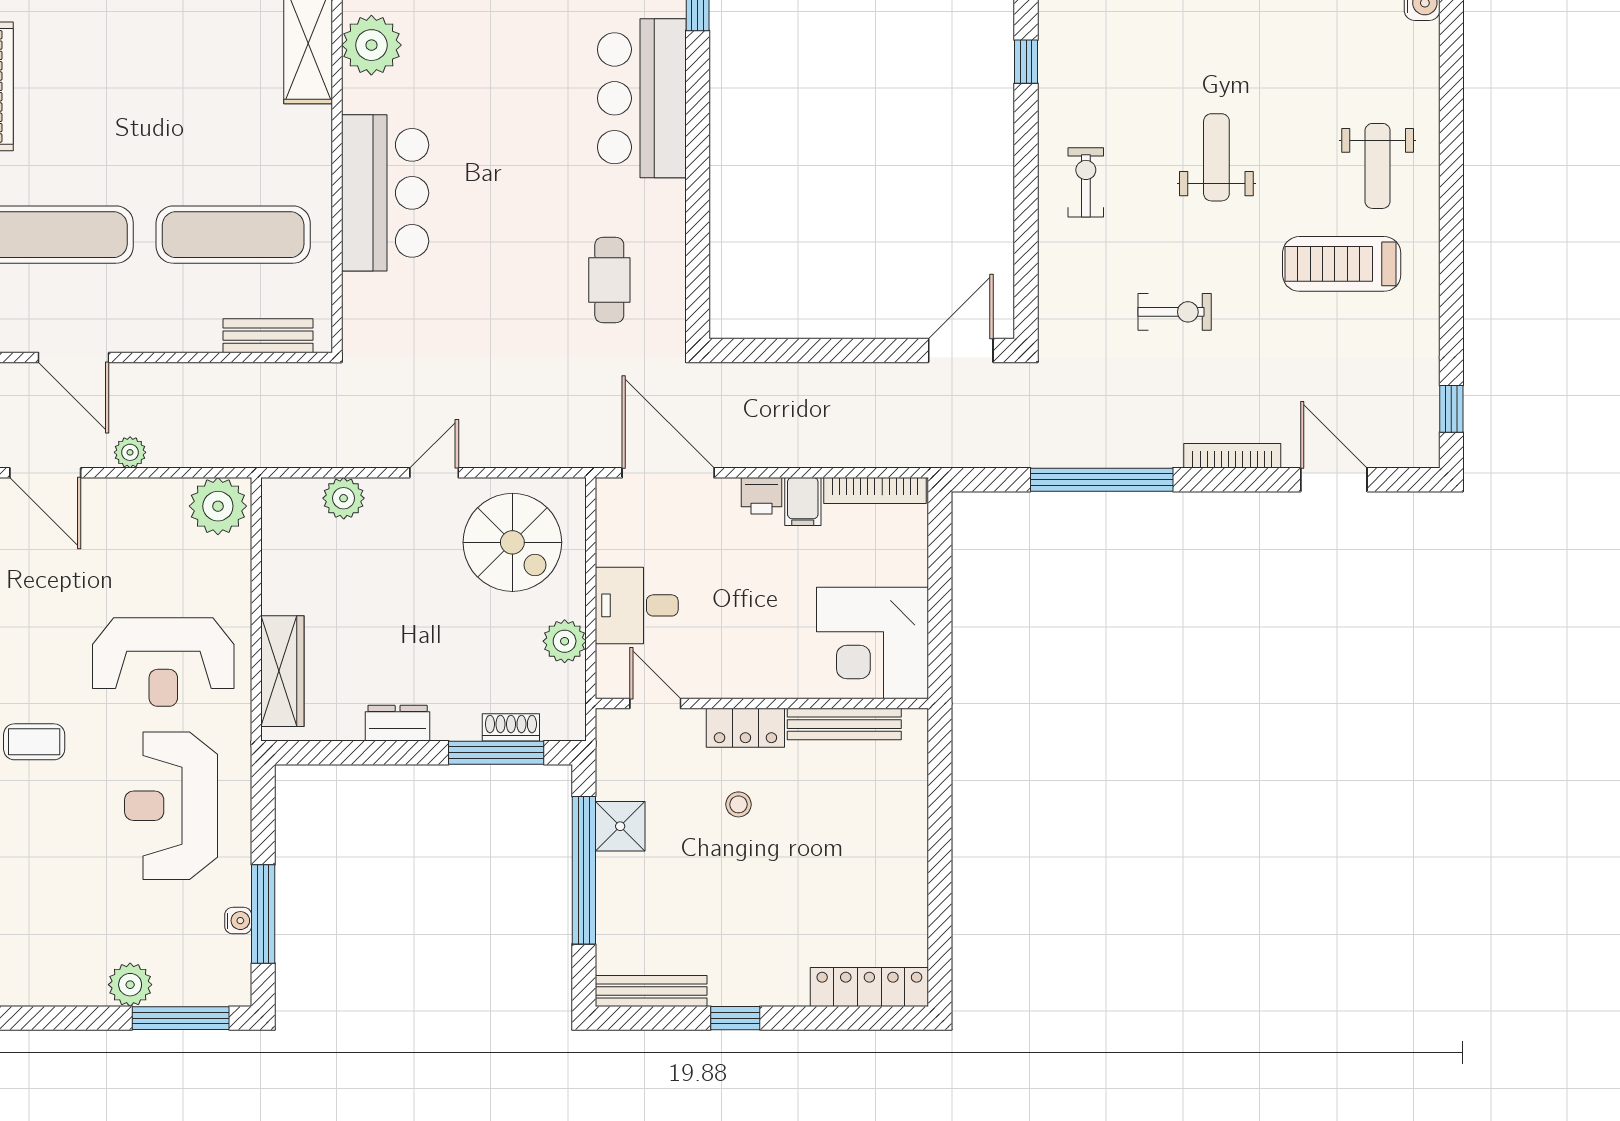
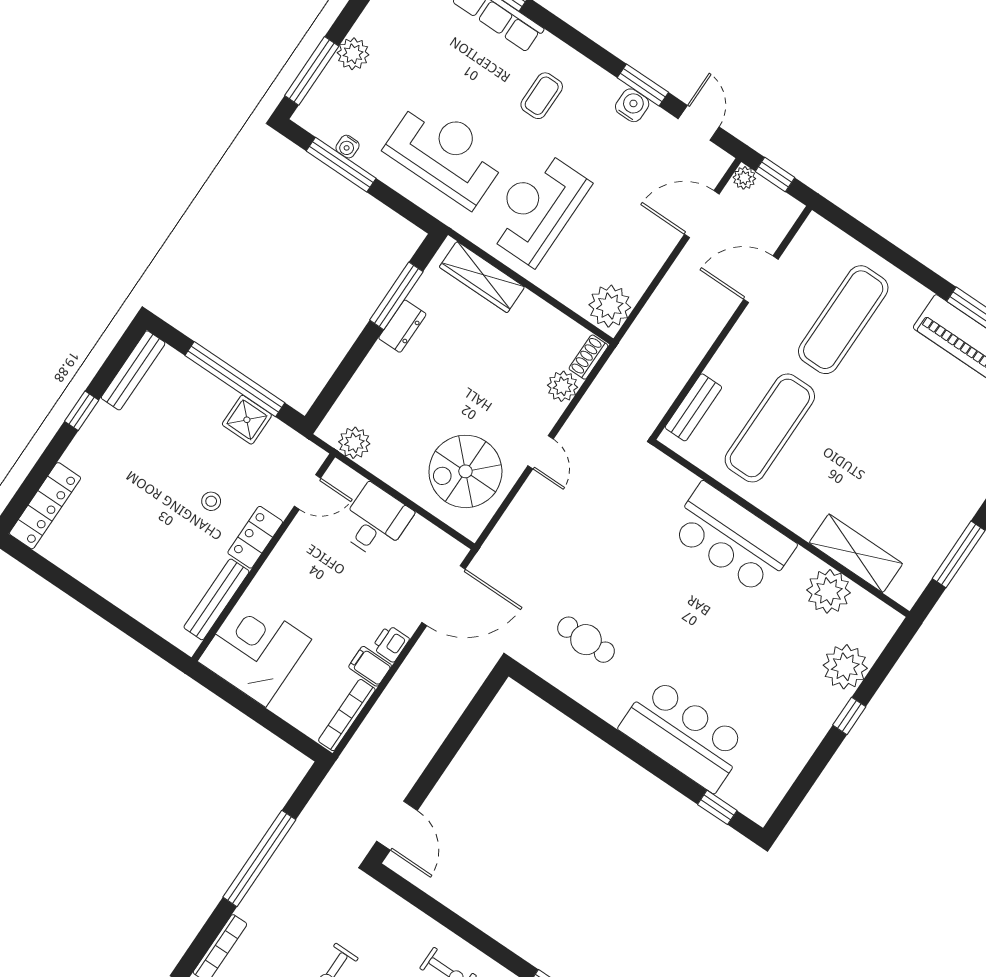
plant: (130, 452) -> (679, 275), removed
plant: (565, 641) -> (354, 443), moved
shoe rack: (511, 727) -> (589, 357), moved, turned 180
window: (496, 753) -> (396, 296), moved

